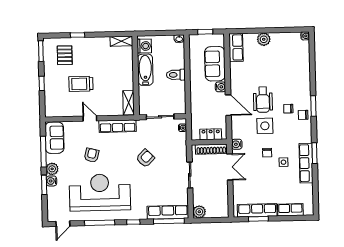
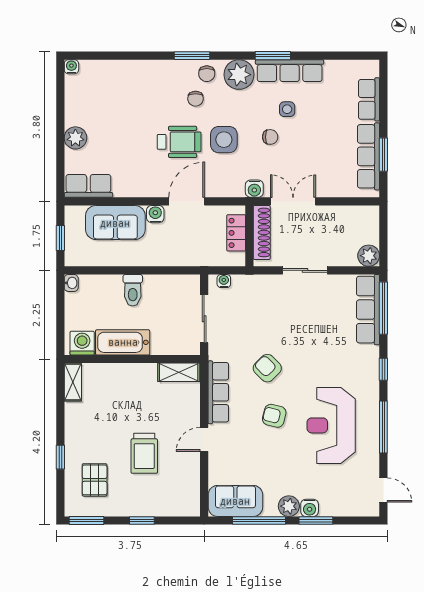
pallet: (65, 55) -> (95, 480), turned 90
plant: (303, 134) -> (239, 75), added
armchair: (92, 155) -> (274, 416), moved
armchair: (145, 158) -> (267, 368), moved
reception desk: (100, 192) -> (331, 425), width x0.74, depth x0.77

